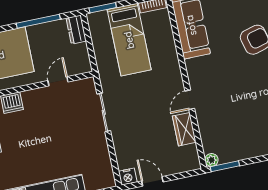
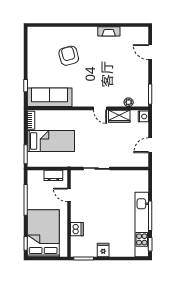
dresser: (76, 30) -> (53, 175), moved
plant: (211, 160) -> (129, 102), moved
nightstand: (128, 177) -> (143, 116), moved

